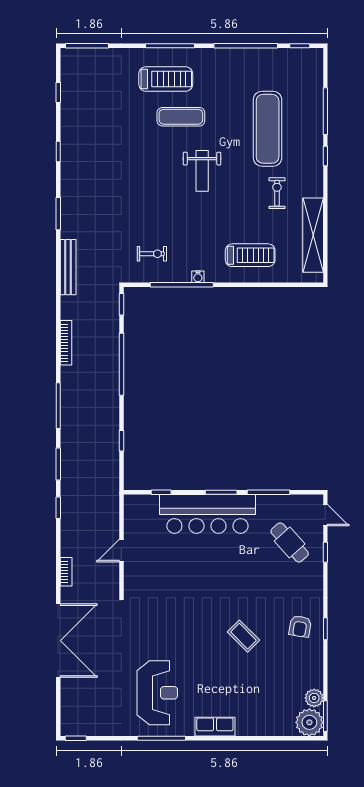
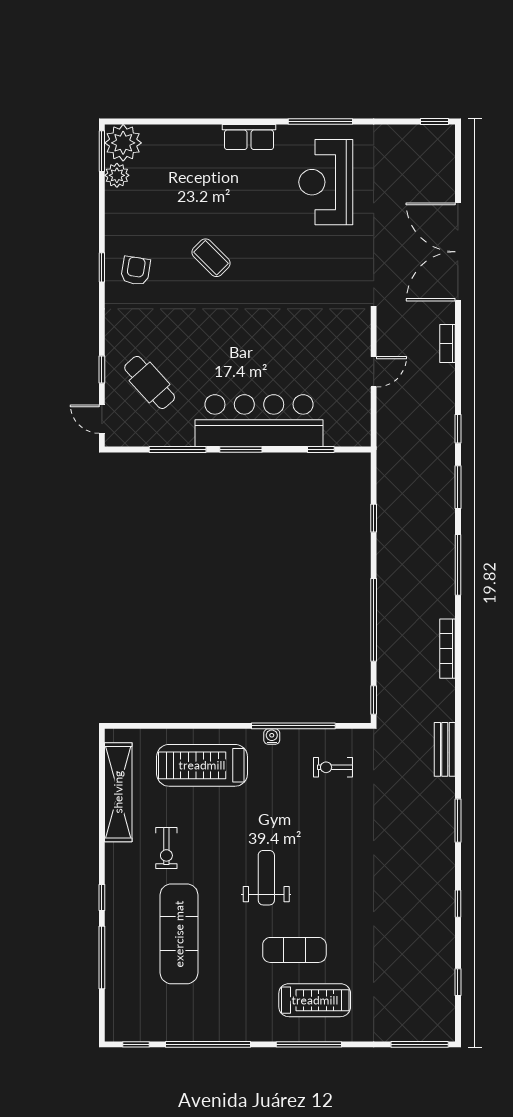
treadmill: (166, 79) -> (315, 1000), turned 180
treadmill: (250, 255) -> (202, 765), width x1.37, depth x1.38
bench: (68, 267) -> (445, 749), width x0.73

